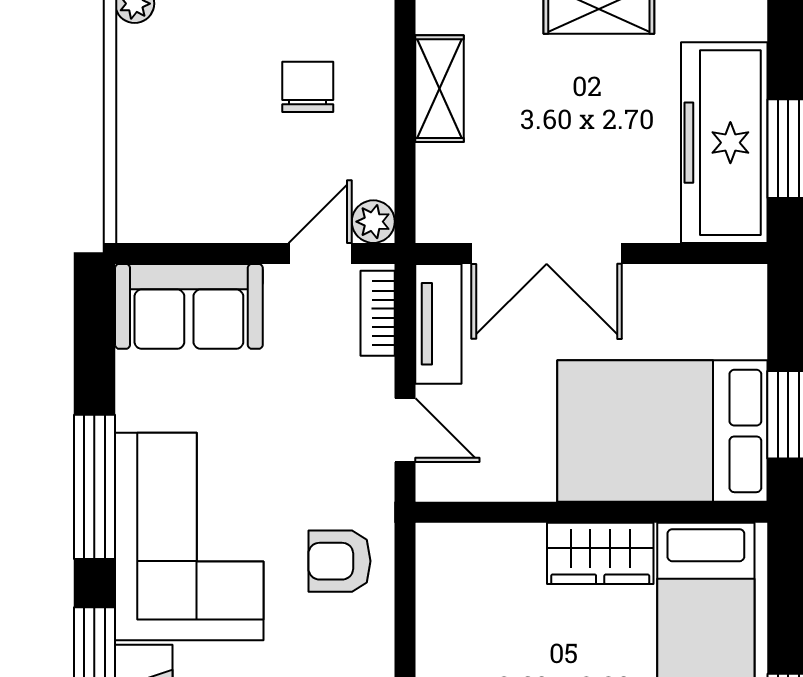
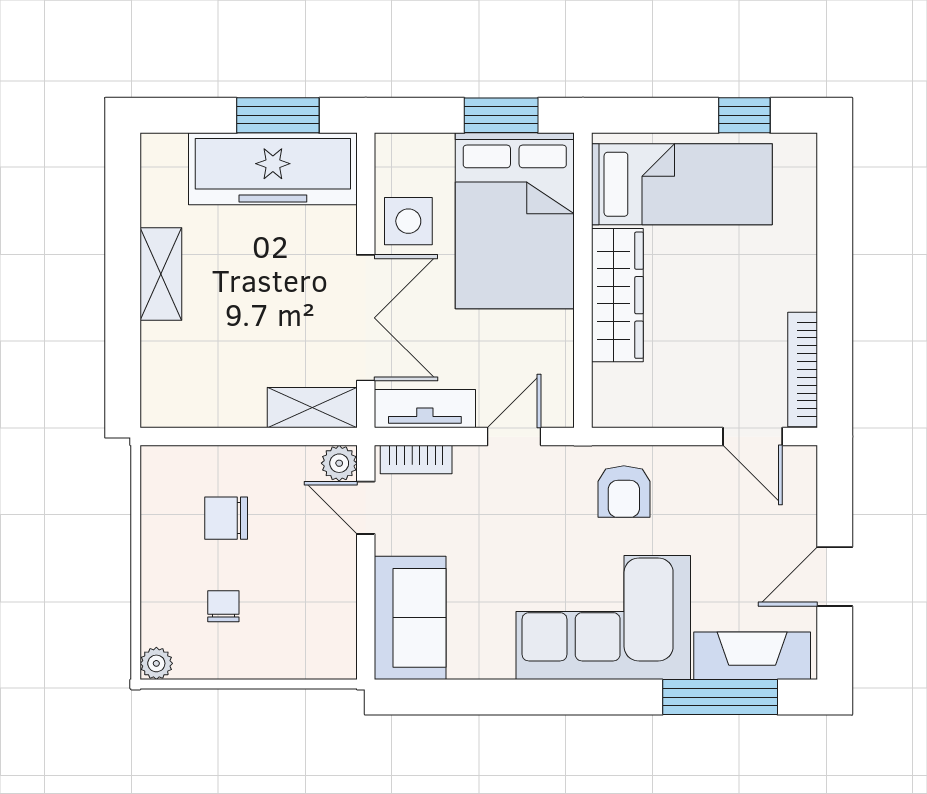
chair: (203, 84) -> (223, 606), added
shelving: (439, 89) -> (312, 408), moved
side table: (662, 304) -> (408, 221), added
window: (94, 487) -> (562, 697), removed
wardrobe: (600, 553) -> (617, 295), width x1.50

